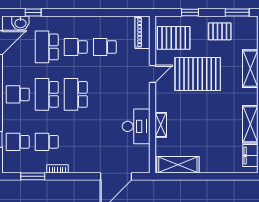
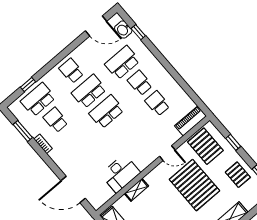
school desk: (18, 142) -> (38, 100), width x1.85

